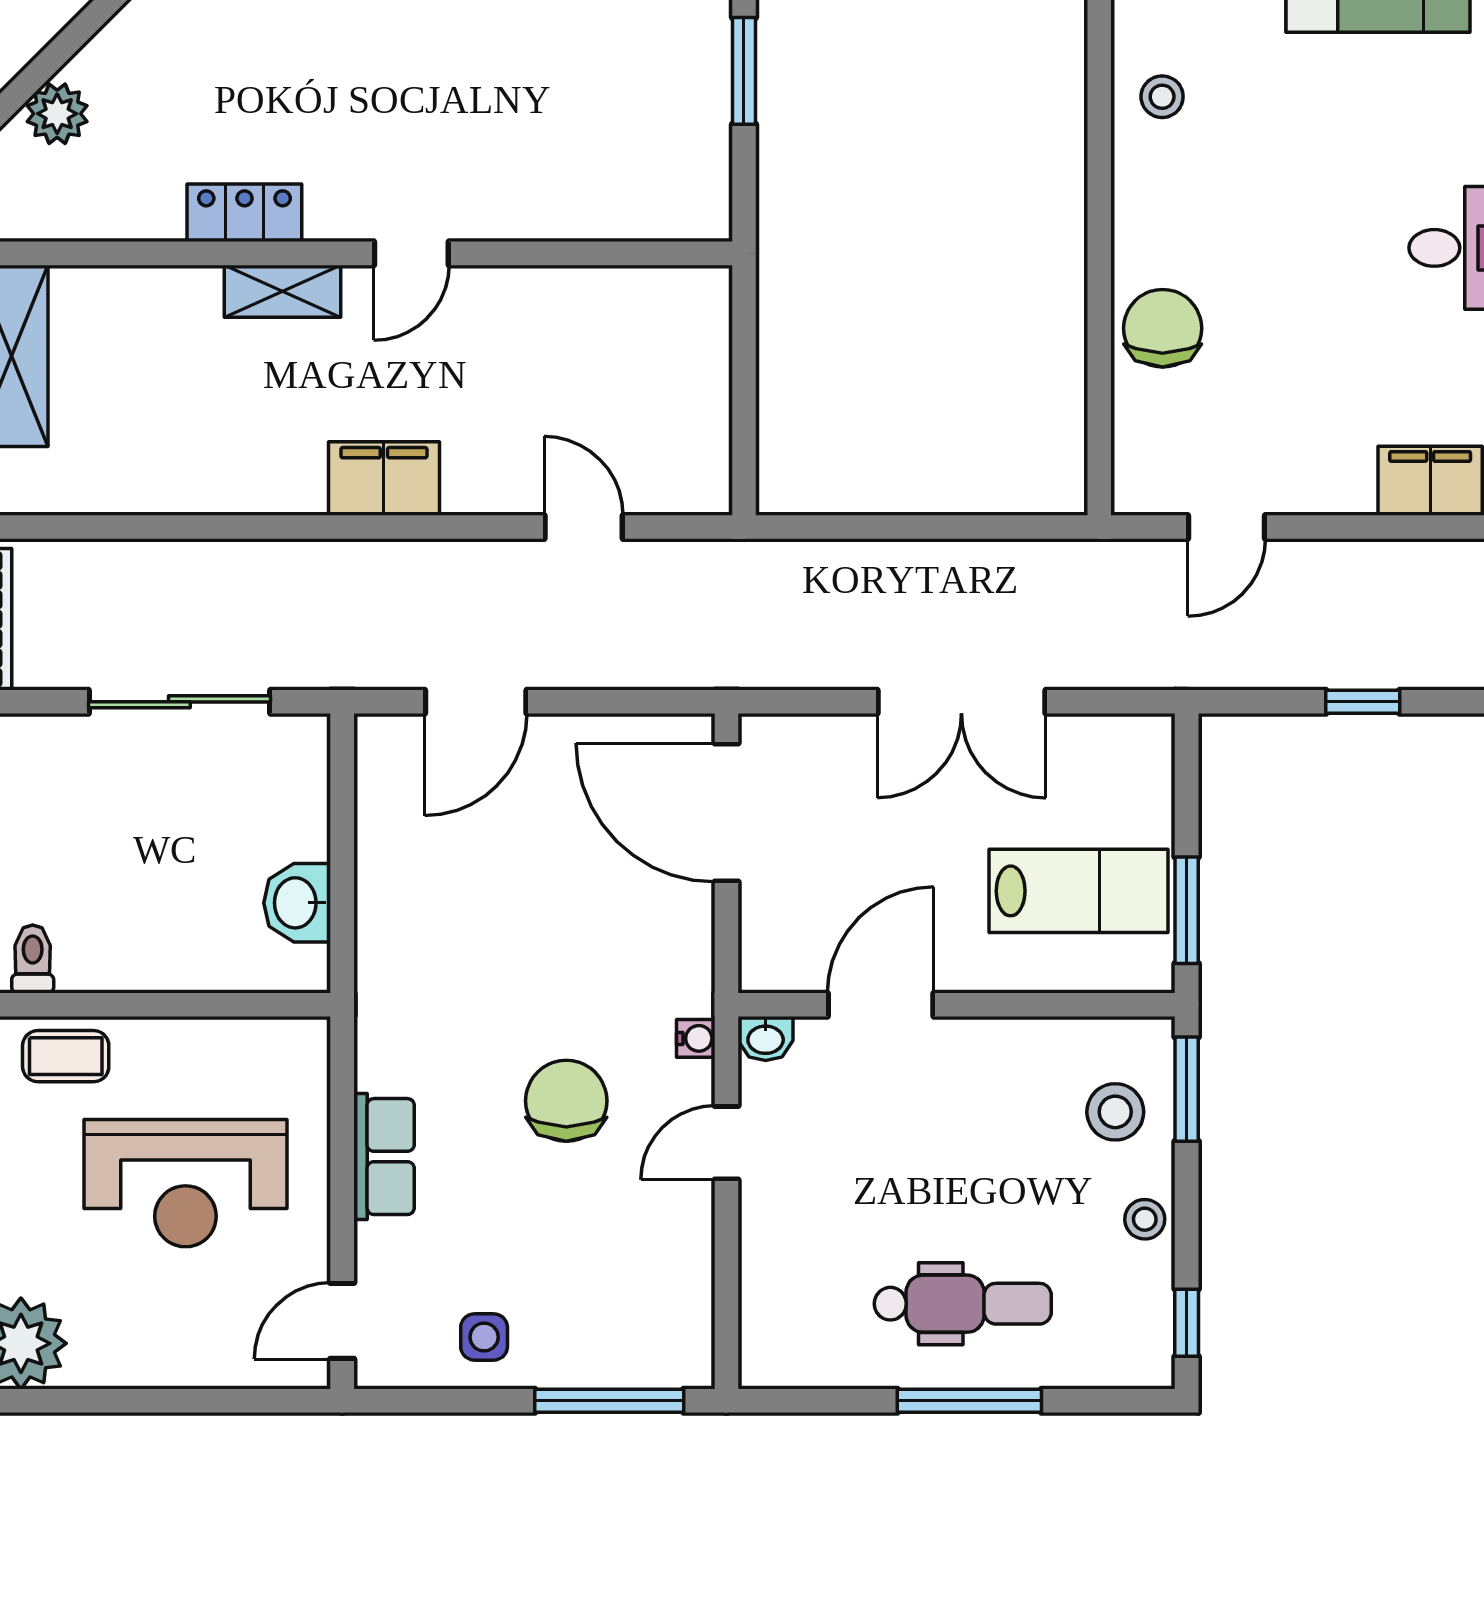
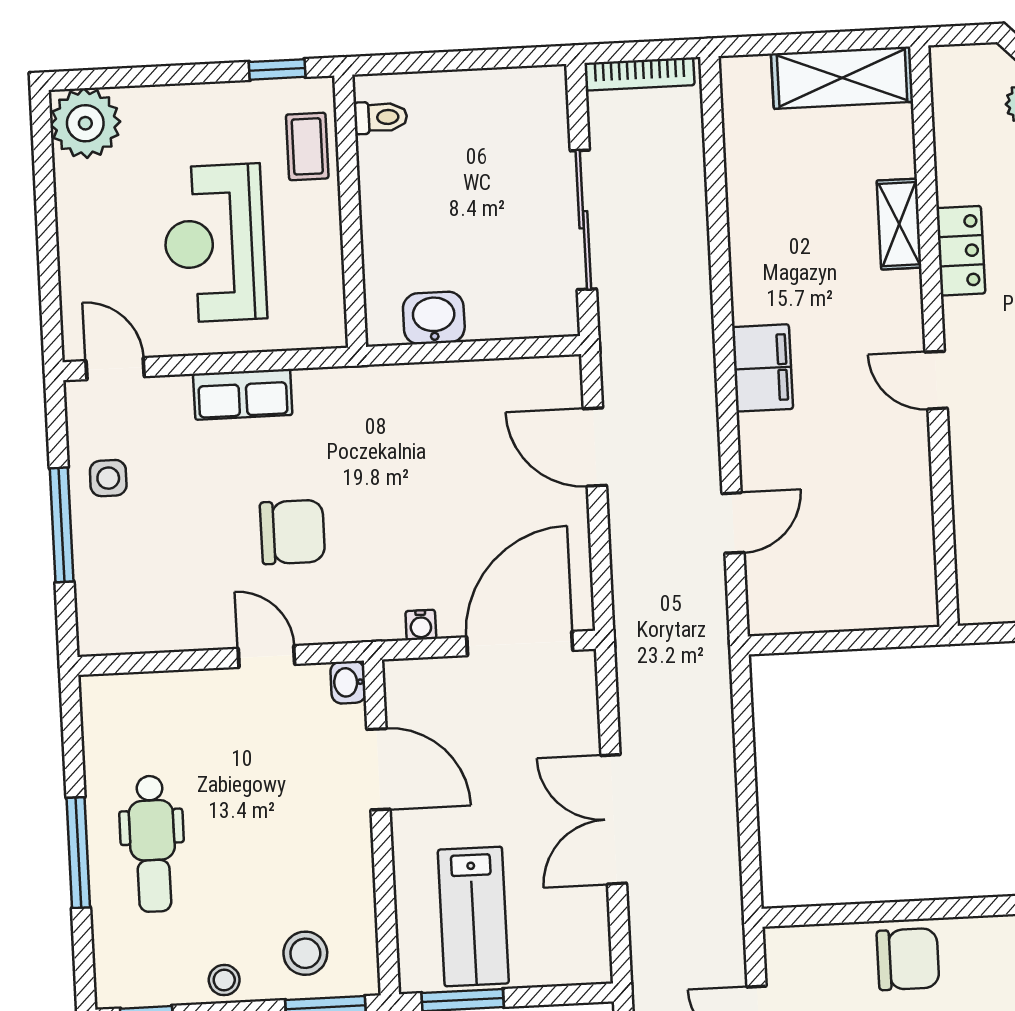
shelving: (283, 291) -> (899, 224), moved
water cooler: (696, 1038) -> (421, 625), moved
window: (609, 1401) -> (62, 525), moved

